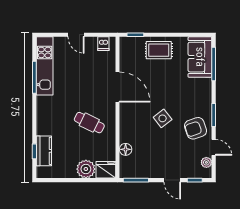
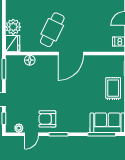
door: (118, 87) -> (71, 53), moved
side table: (163, 118) -> (56, 91), removed
cafe table: (89, 123) -> (52, 30), width x1.37, depth x1.35
armchair: (196, 128) -> (47, 119), turned -71

